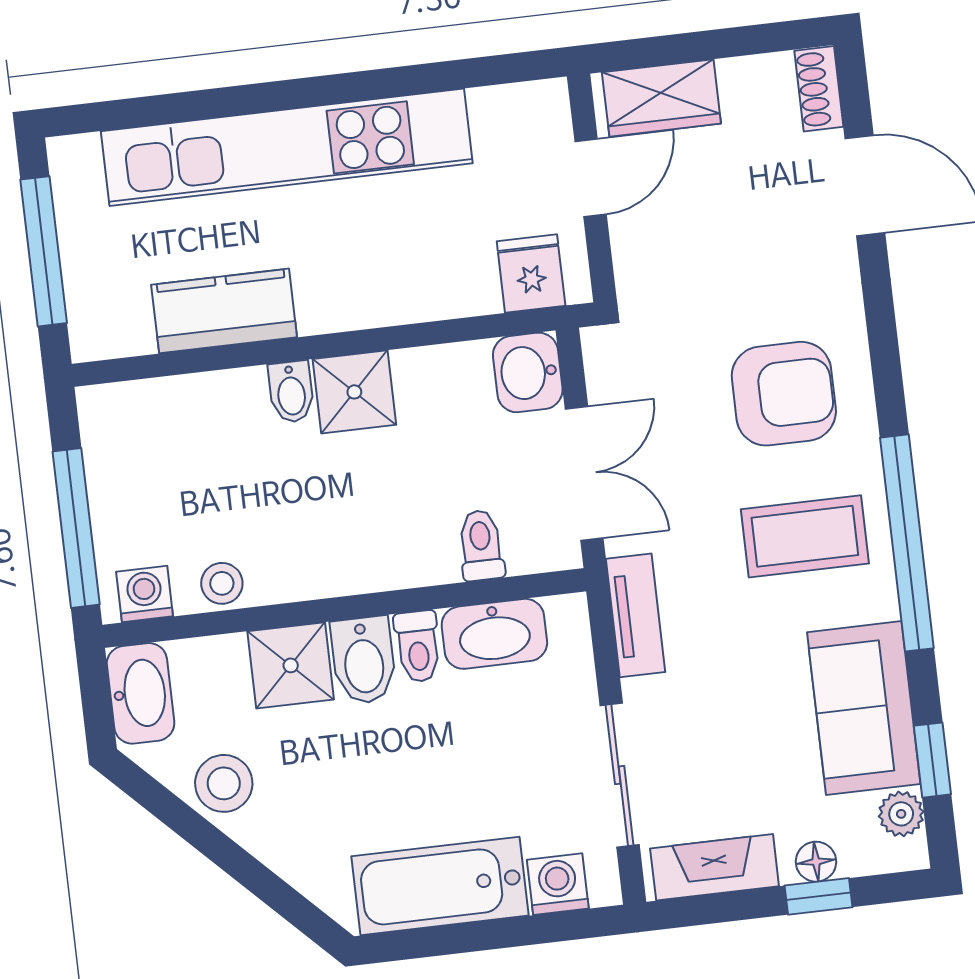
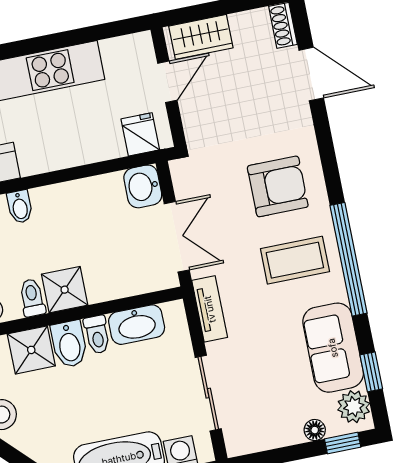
shower: (354, 392) -> (65, 290), moved
toilet: (481, 545) -> (32, 298), moved
plant: (901, 814) -> (354, 407), width x1.38, depth x1.38
fireplace: (715, 867) -> (262, 437), removed
window: (818, 896) -> (343, 443), moved

